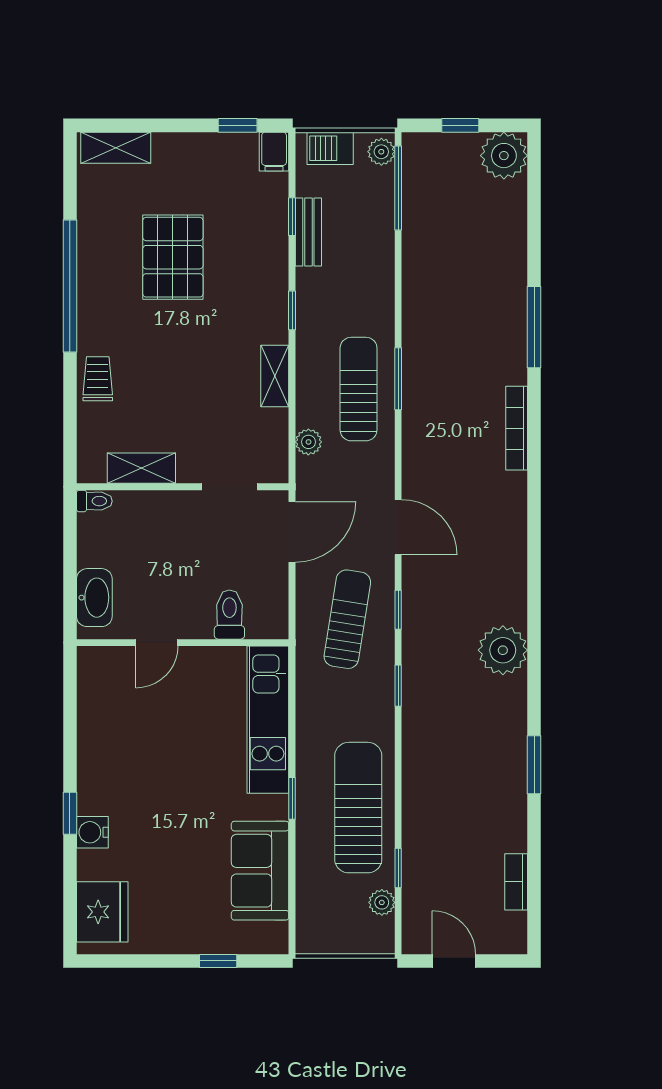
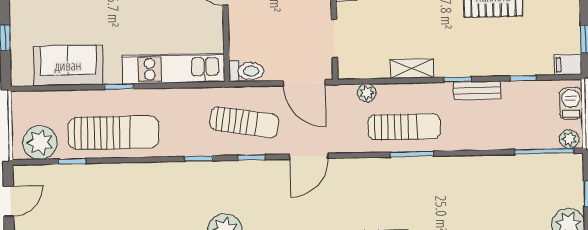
bench: (308, 232) -> (477, 90), moved
toilet: (229, 615) -> (246, 71), moved
plant: (382, 902) -> (40, 143), width x1.88, depth x1.88

